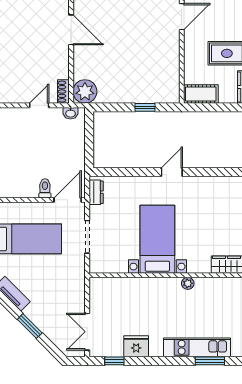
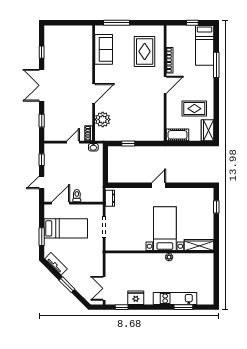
door: (71, 30) -> (94, 93), hinge flipped
plant: (85, 92) -> (103, 119), moved
window: (145, 107) -> (128, 143), moved
door: (68, 200) -> (61, 203), moved
bed with nightstands: (157, 239) -> (165, 229), moved

